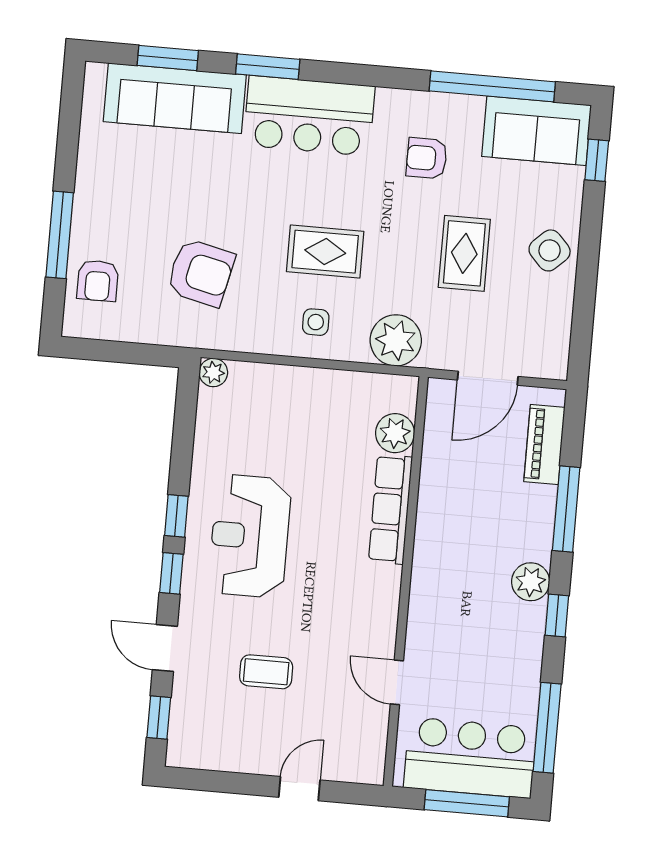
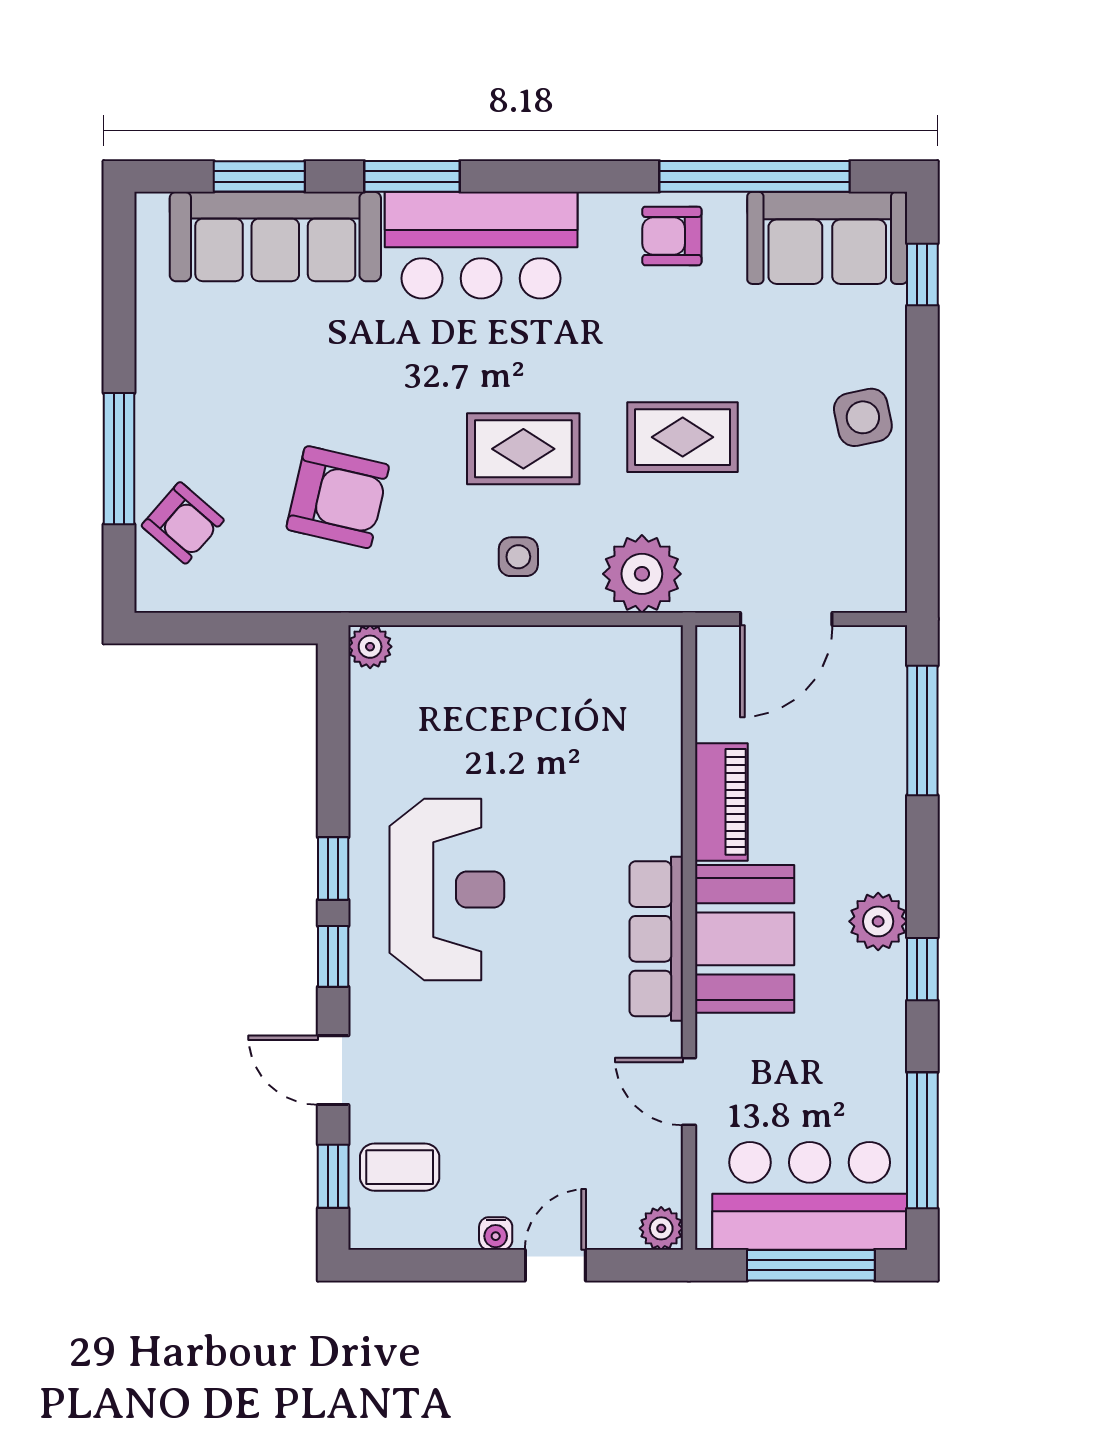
armchair: (427, 158) -> (672, 236), moved
side table: (550, 250) -> (863, 417), turned 31
rug: (464, 253) -> (683, 437), moved, turned 90
armchair: (98, 281) -> (183, 523), turned -49
plant: (395, 433) -> (661, 1228), moved, width x0.73, depth x0.73
piano: (544, 444) -> (721, 802), moved, turned 180
row of seats: (390, 509) -> (656, 939), moved
window: (566, 509) -> (922, 730), moved
reception desk: (250, 536) -> (447, 890), turned 180
booth: (442, 586) -> (745, 939), added
coffee table: (266, 672) -> (400, 1167), moved
water cooler: (262, 764) -> (496, 1233), added

